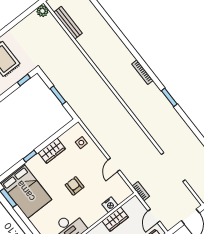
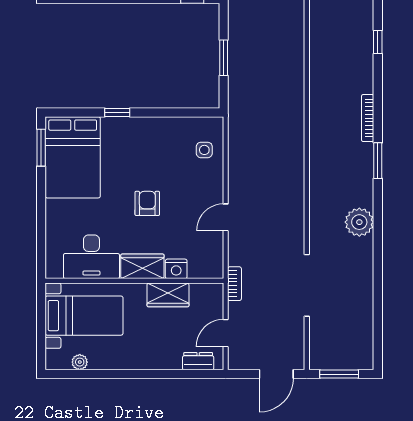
window: (121, 35) -> (378, 42), added
window: (169, 97) -> (378, 161), moved
plant: (175, 121) -> (359, 222), added
wardrobe: (52, 151) -> (142, 266), moved, turned 180

